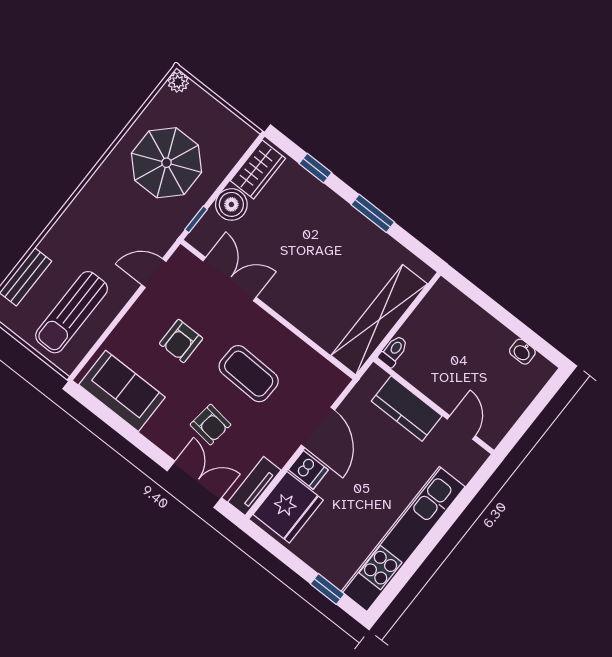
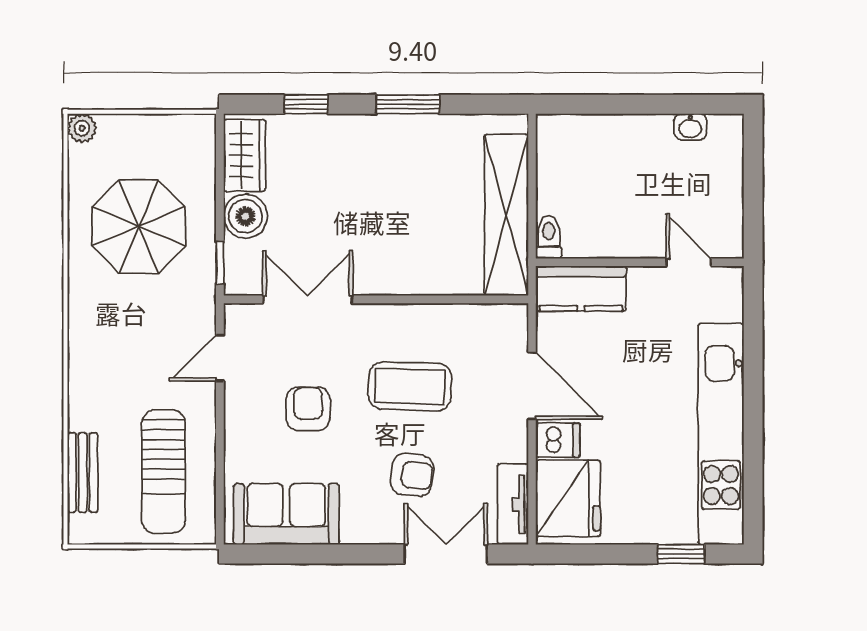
armchair: (181, 341) -> (308, 409), turned 180
kitchen counter: (407, 409) -> (581, 289), moved

